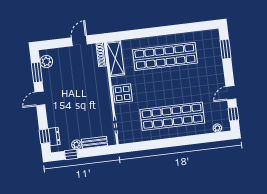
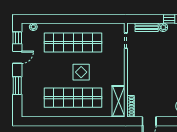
window: (225, 49) -> (17, 86), moved
display table: (123, 93) -> (81, 72), moved

